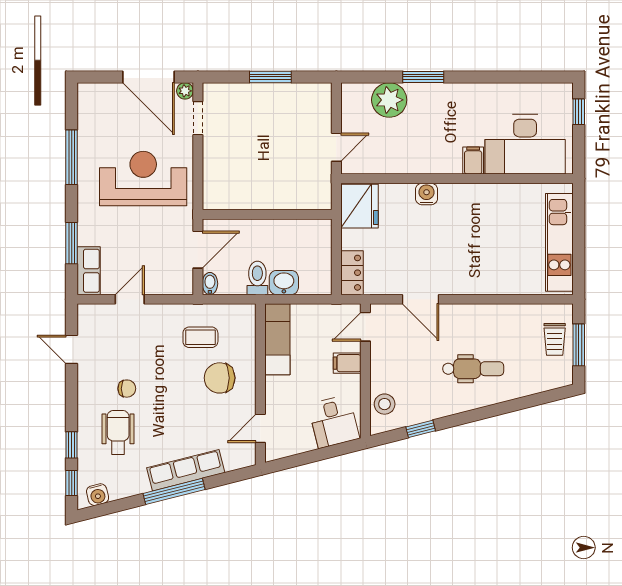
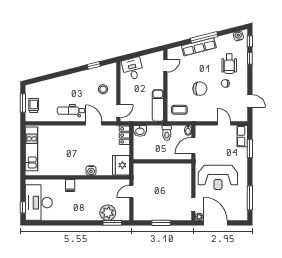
window: (423, 77) -> (112, 223), moved
desk: (525, 144) -> (39, 203), moved, turned -90
window: (72, 157) -> (250, 198), moved
washbasin: (284, 283) -> (140, 131), moved
door: (130, 299) -> (224, 123), swing flipped
coffee table: (200, 337) -> (179, 110), moved
filing cabinet: (347, 363) -> (127, 95), removed
dental chair: (473, 369) -> (71, 111), moved
chair: (220, 378) -> (200, 89), moved
stool: (385, 404) -> (103, 89), moved

